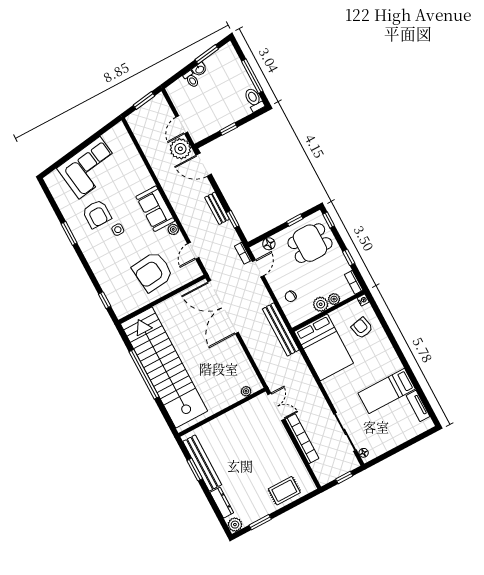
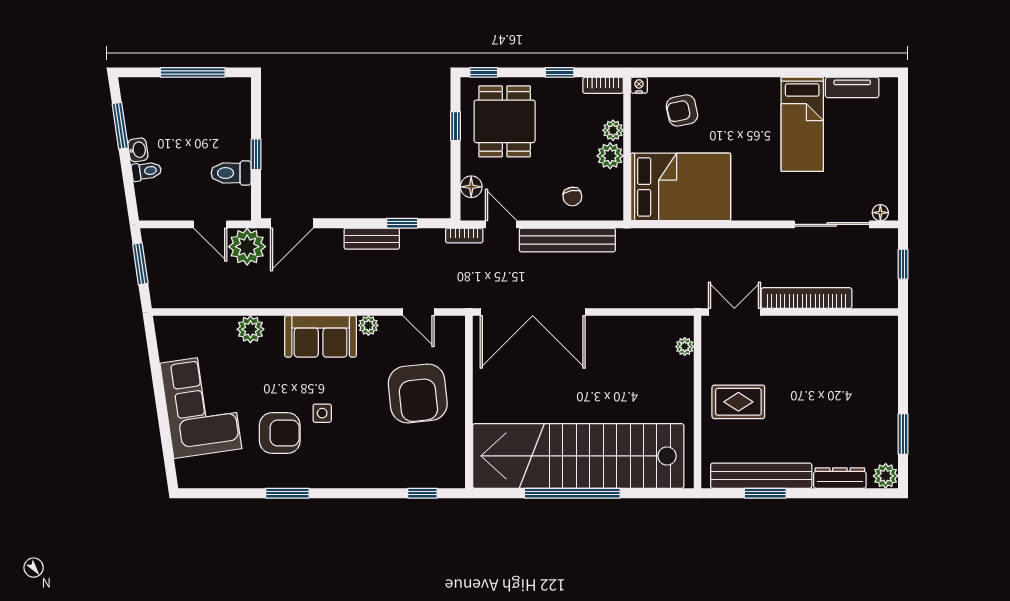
toilet: (254, 100) -> (231, 173), moved
plant: (140, 172) -> (250, 329), added
bench: (281, 329) -> (567, 240), moved
rug: (284, 491) -> (738, 402), moved, turned 90

